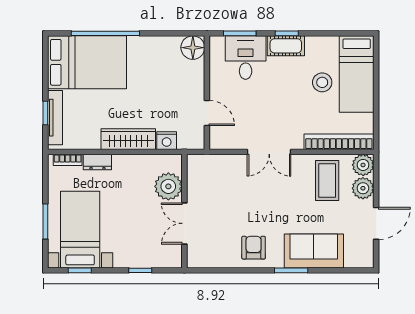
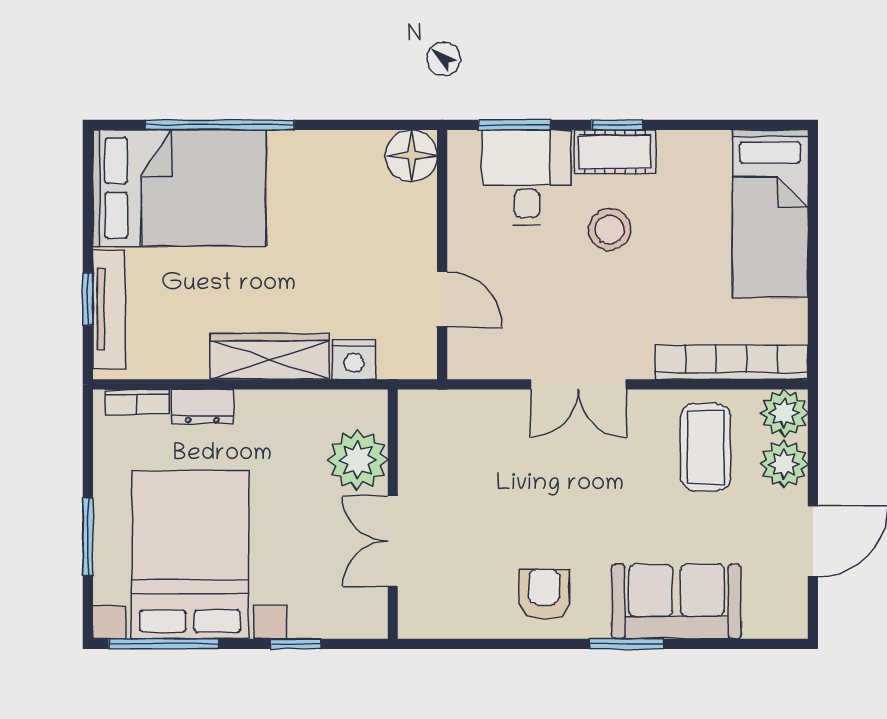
stool: (322, 82) -> (610, 230), moved
bed with nightstands: (80, 230) -> (190, 554), width x1.36
window: (80, 270) -> (164, 644), width x2.17

